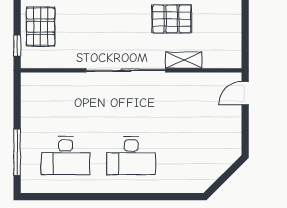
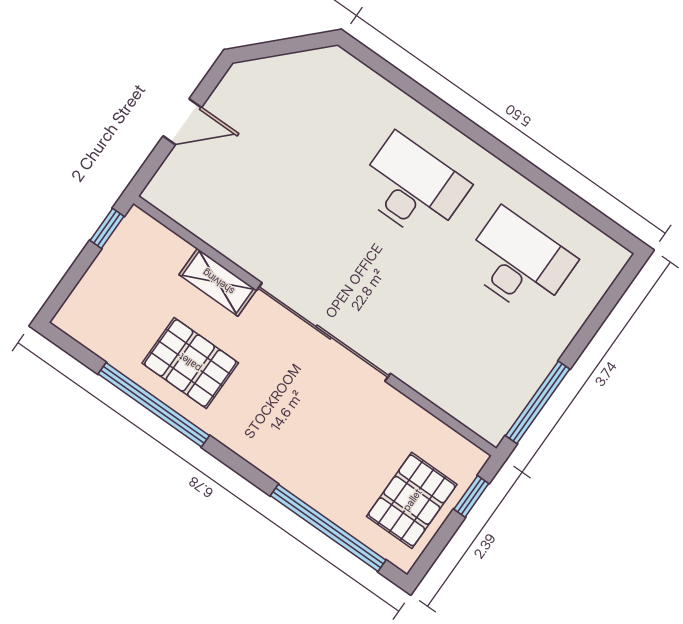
window: (245, 50) -> (107, 228), added
door: (245, 93) -> (182, 122), moved
window: (17, 152) -> (538, 402), moved

